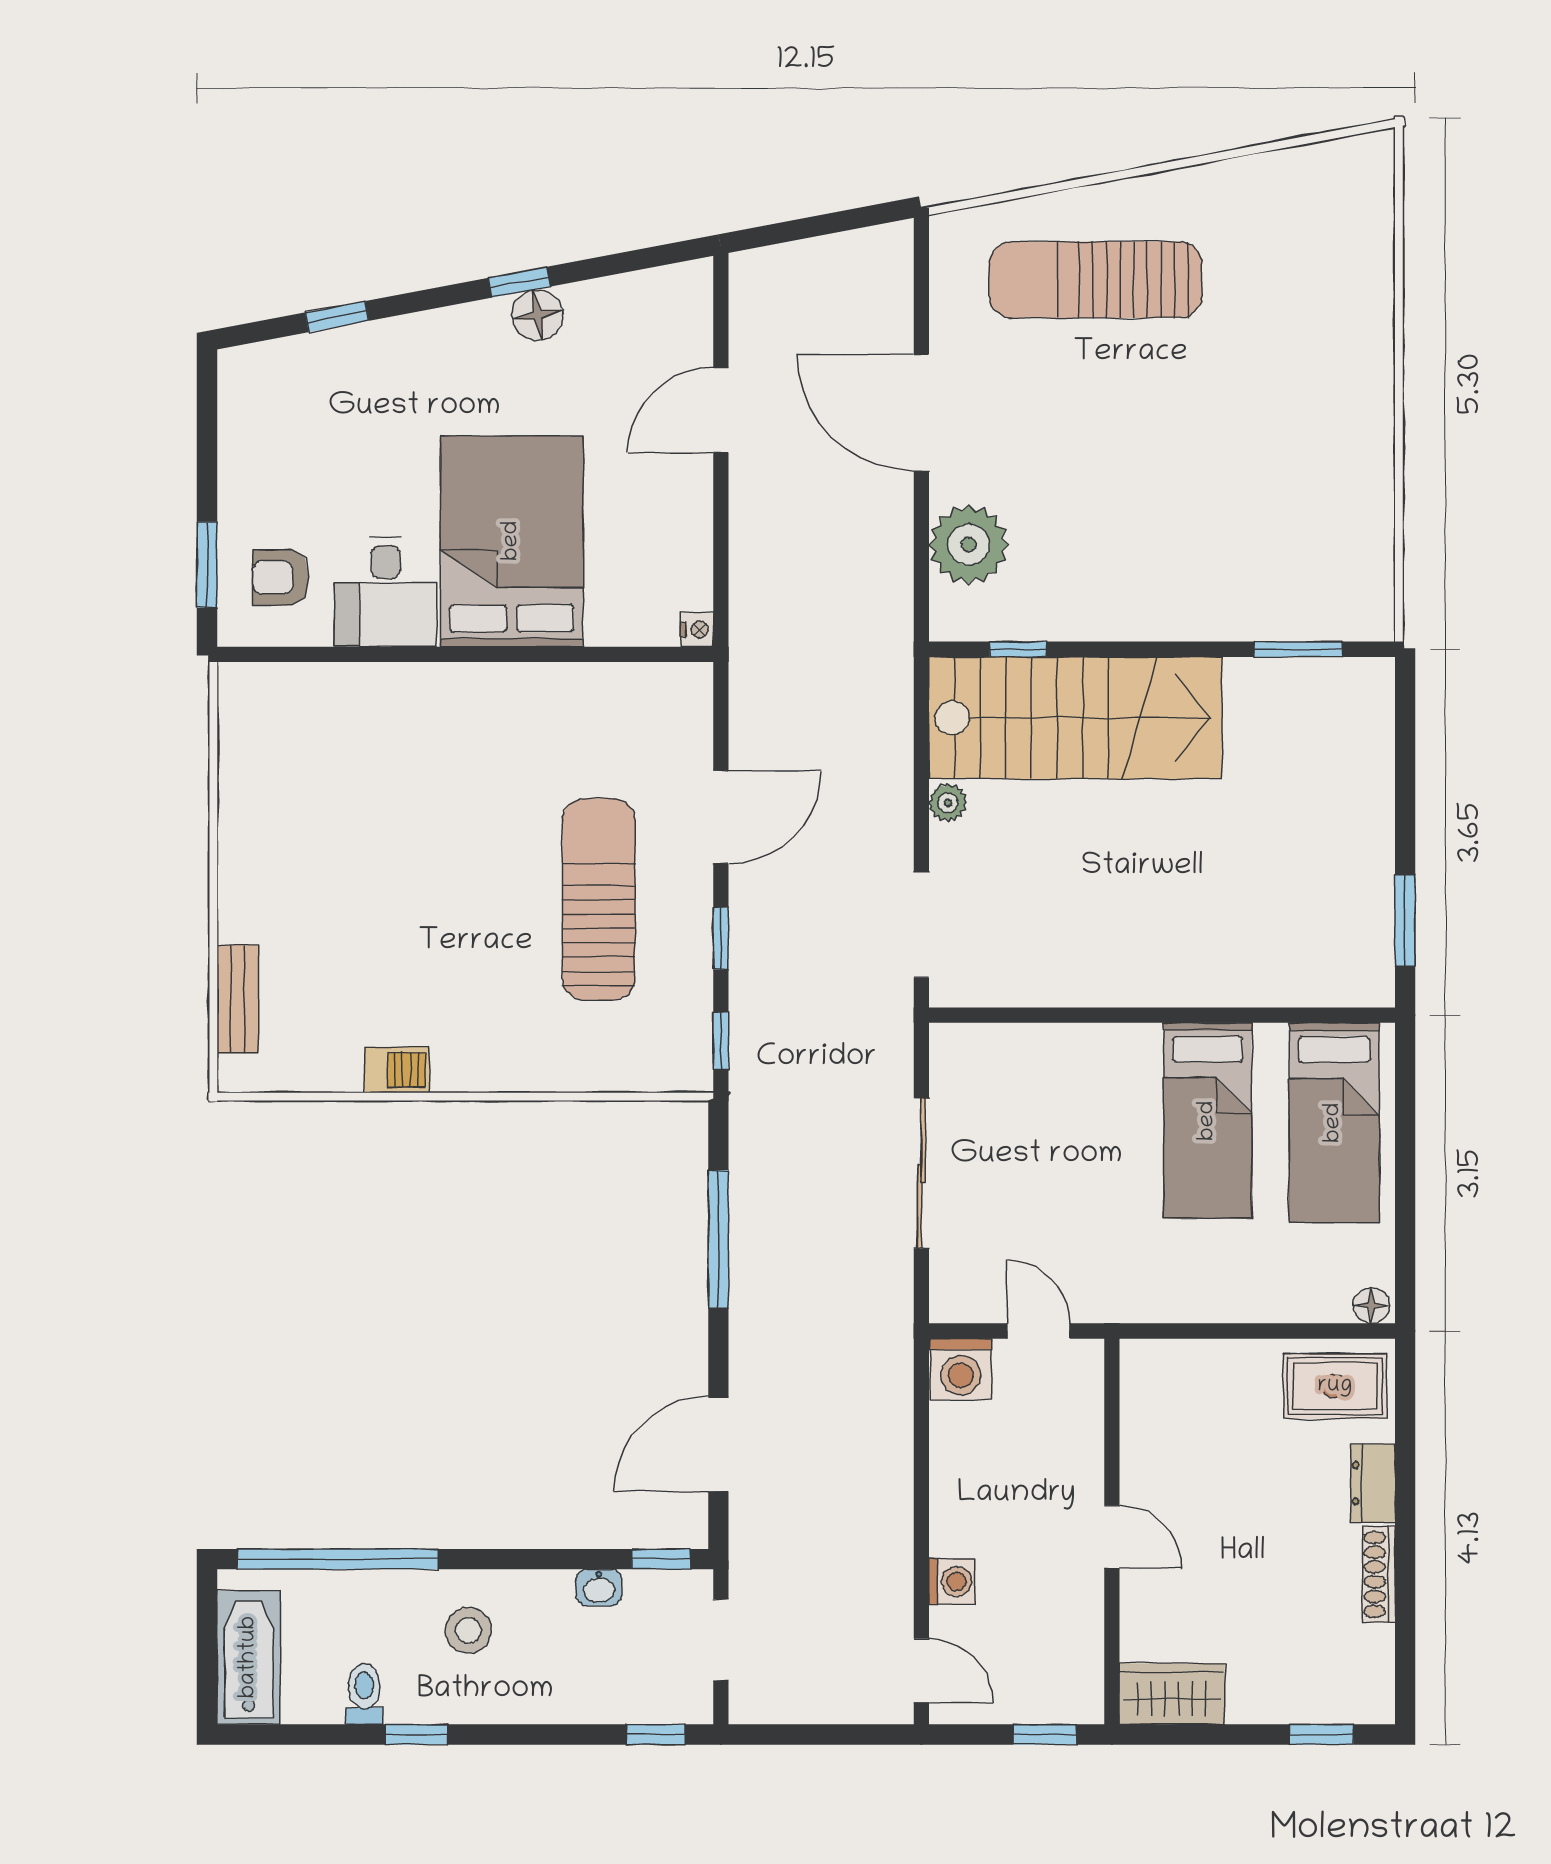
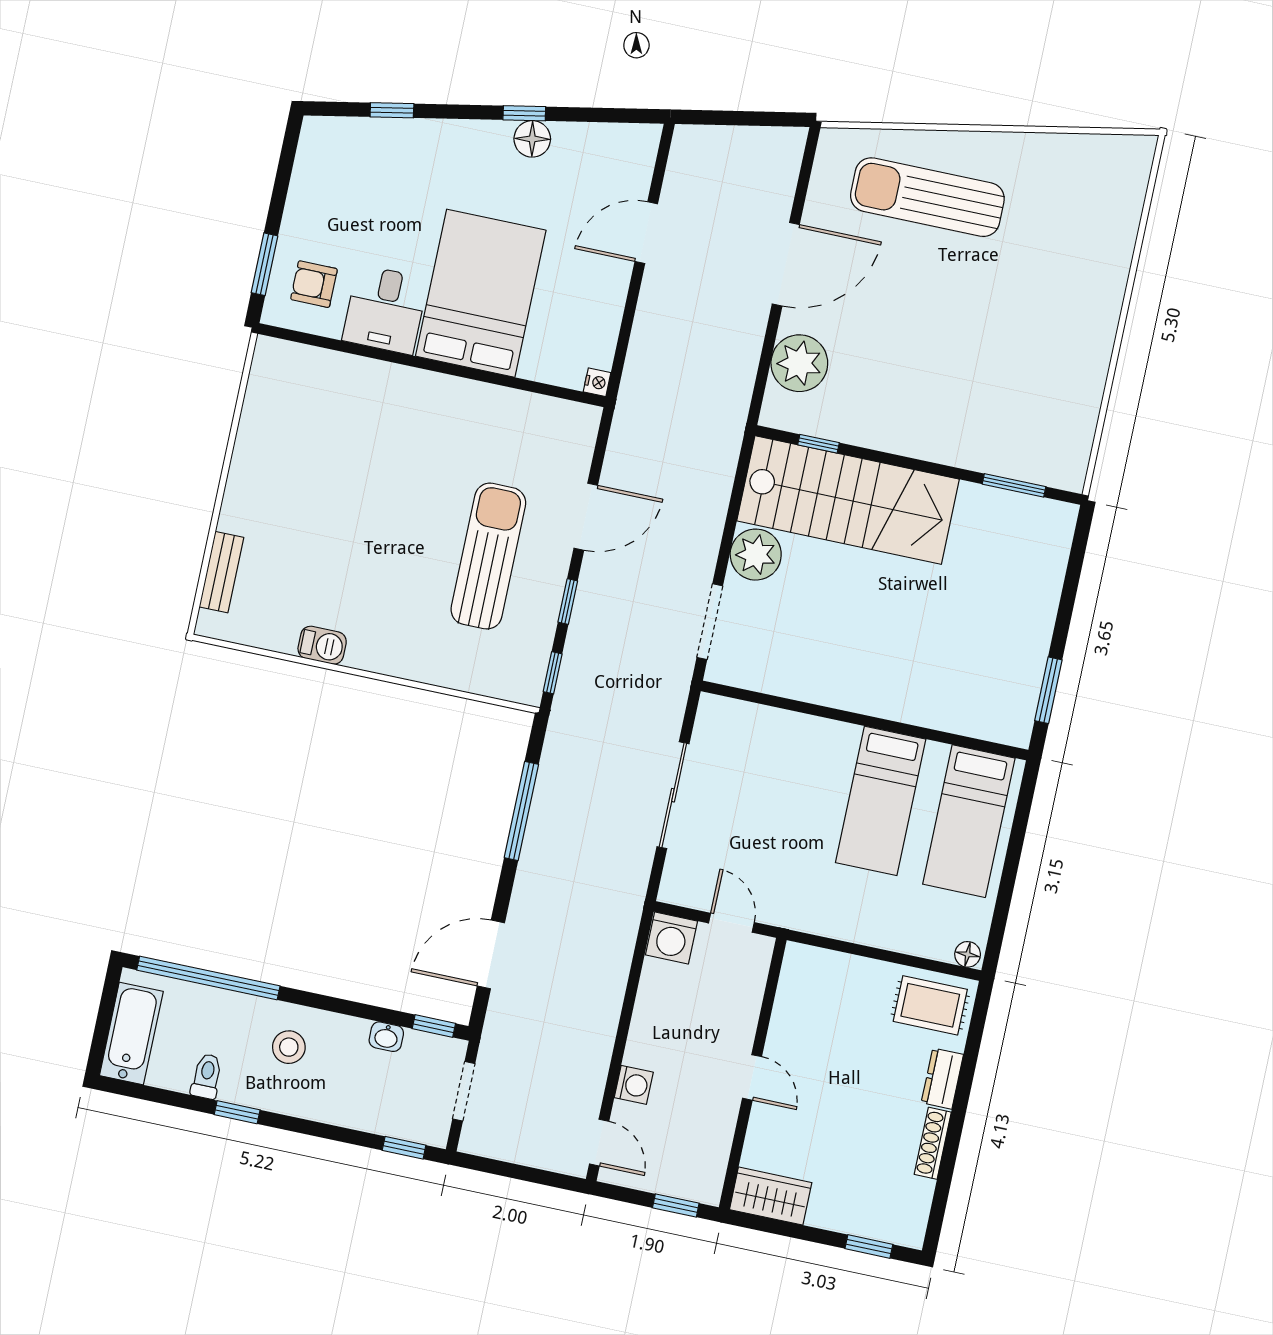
door: (921, 413) -> (786, 264), swing flipped
plant: (948, 803) -> (756, 555), width x1.88, depth x1.88

